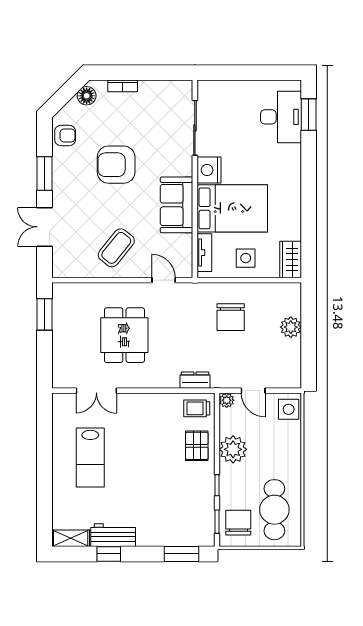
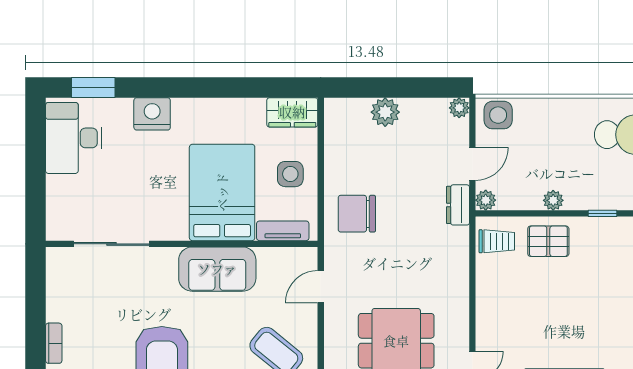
desk: (281, 117) -> (74, 138), moved, turned -90
nightstand: (209, 170) -> (152, 114), moved, turned 180
chair: (231, 317) -> (357, 214), moved, turned 180
dresser: (195, 380) -> (458, 205), moved
plant: (294, 381) -> (459, 108), added
trolley: (197, 408) -> (497, 241), turned -90
plant: (233, 449) -> (553, 200), width x0.53, depth x0.53

